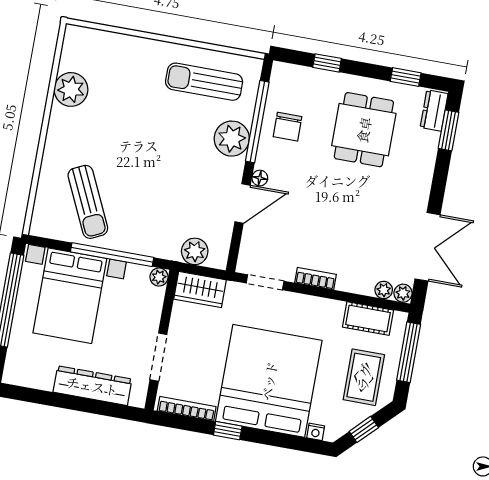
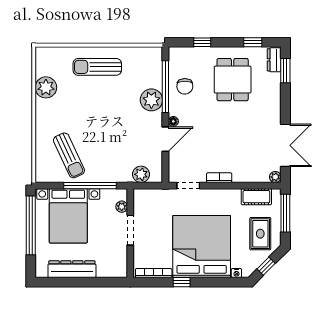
sun lounger: (204, 82) -> (97, 67), moved
plant: (159, 277) -> (122, 207), moved
wardrobe: (200, 289) -> (149, 197), removed
plant: (384, 290) -> (263, 177), removed
doorway: (158, 357) -> (130, 230), moved
dresser: (92, 386) -> (72, 269), moved

